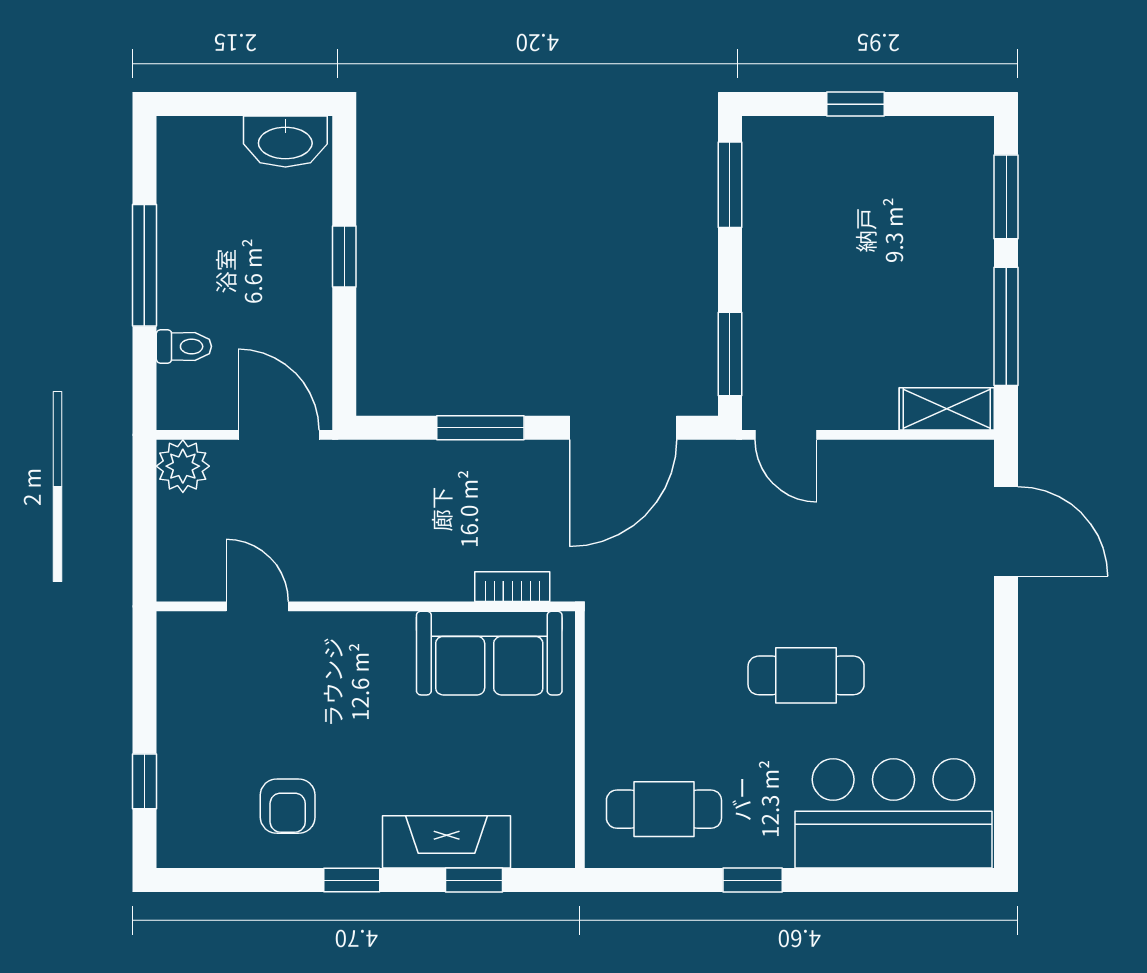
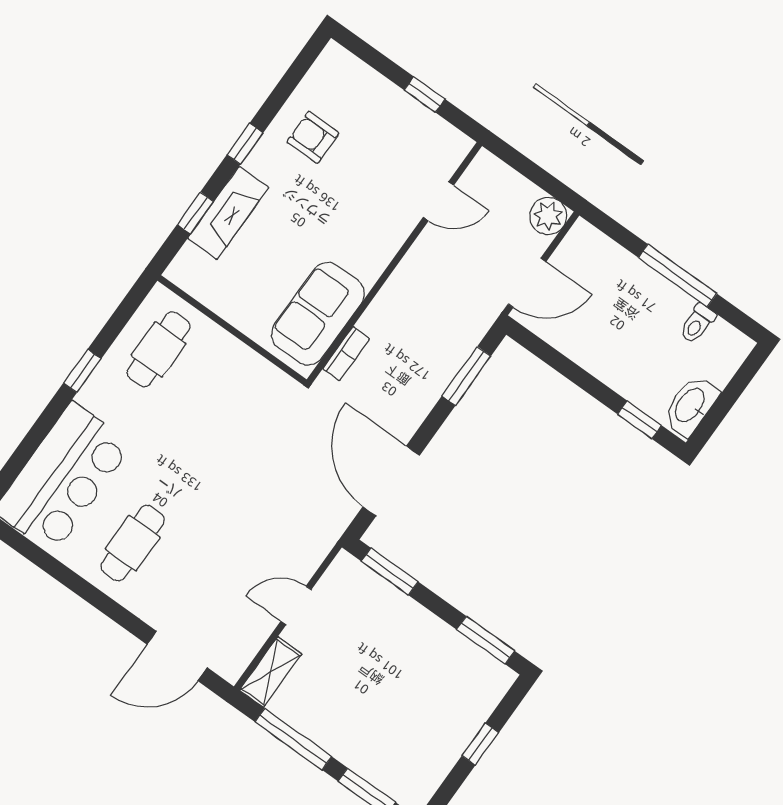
window: (344, 256) -> (639, 420), moved
toilet: (184, 346) -> (697, 324), moved
window: (480, 428) -> (466, 376), moved
door: (786, 435) -> (296, 605), moved
cafe table: (806, 675) -> (133, 543), moved
window: (144, 781) -> (425, 95), moved

